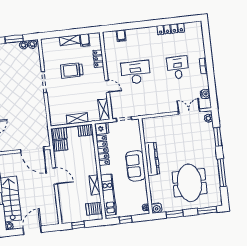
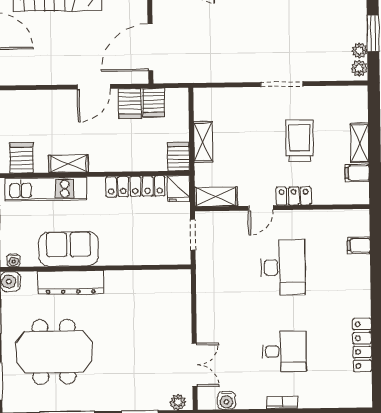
locker: (98, 59) -> (294, 196), moved
server rack: (59, 133) -> (130, 104), moved
dresser: (152, 159) -> (71, 283), moved
sofa: (136, 166) -> (69, 249), moved

